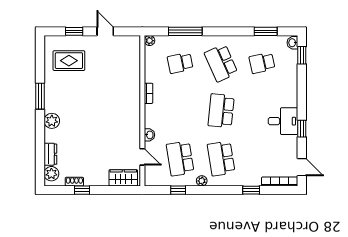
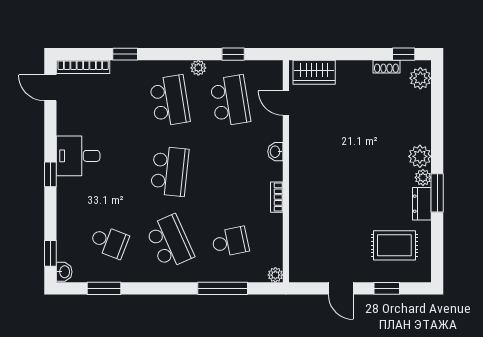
school desk: (262, 63) -> (109, 242), turned 33
plant: (50, 107) -> (423, 177), added
window: (302, 129) -> (50, 174), moved
washbasin: (149, 135) -> (275, 152), moved
dresser: (50, 154) -> (422, 204), moved
window: (82, 190) -> (404, 54), moved

